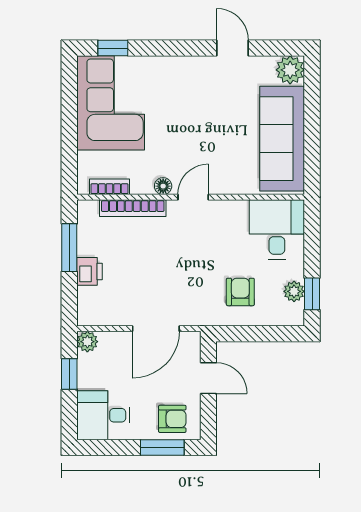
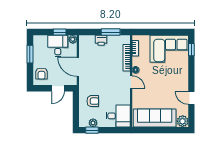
door: (233, 48) -> (191, 98), swing flipped
desk: (103, 415) -> (58, 46), moved
window: (162, 447) -> (30, 54), moved

